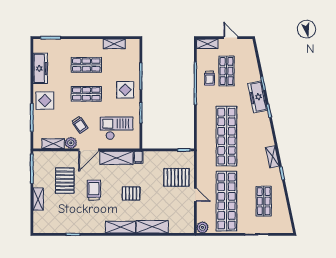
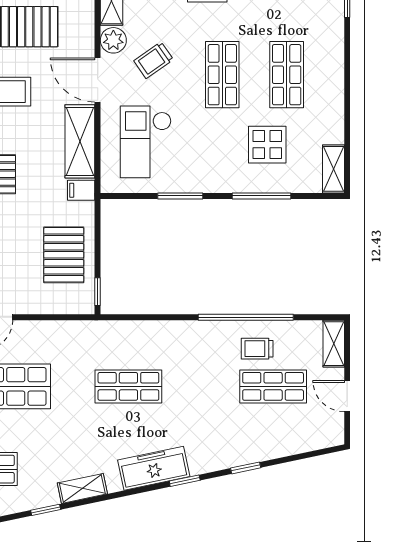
door: (231, 38) -> (347, 396), swing flipped
shelving: (114, 44) -> (333, 169), moved
display table: (125, 90) -> (267, 145), moved
freezer: (257, 97) -> (154, 468), moved
checkout: (117, 128) -> (146, 142), turned 180
shop shelf: (226, 136) -> (128, 386), width x0.50, depth x0.74
pallet: (176, 177) -> (64, 255), moved

